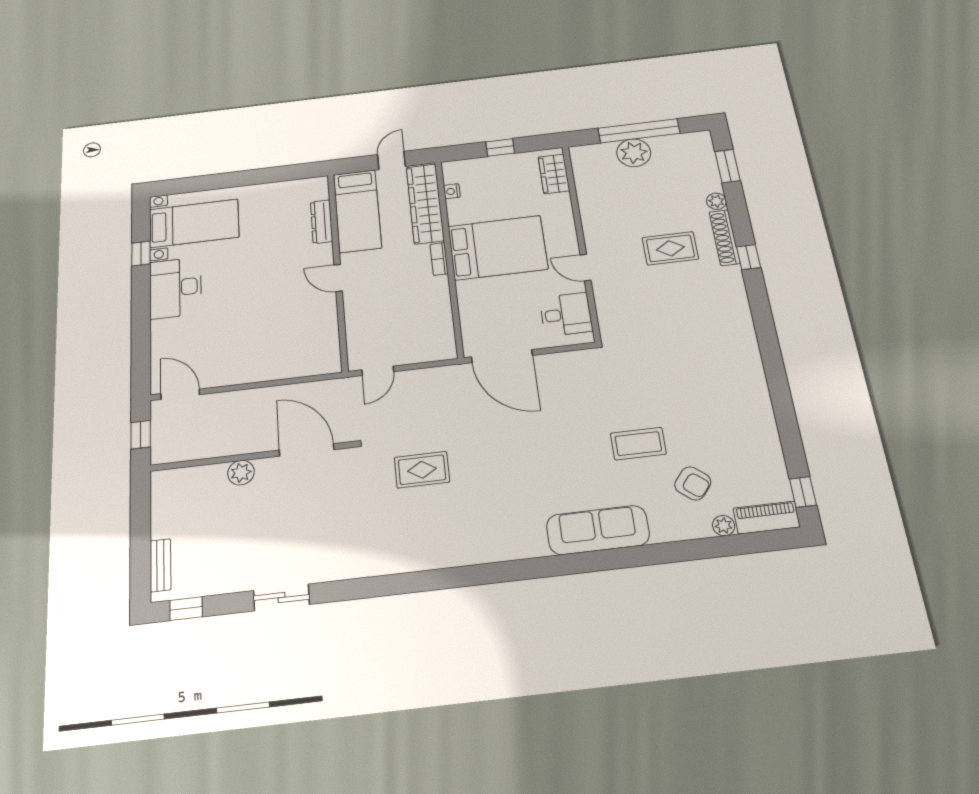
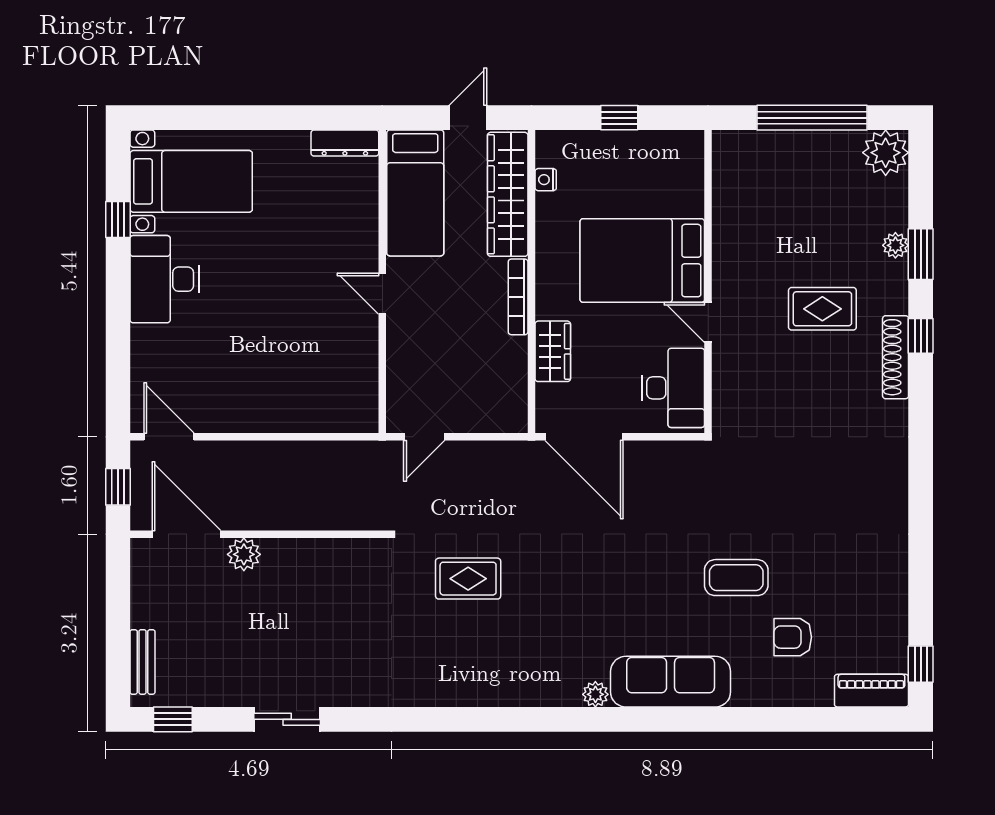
plant: (634, 153) -> (886, 153), moved
window: (728, 166) -> (921, 254), moved
wardrobe: (554, 174) -> (553, 351), moved, turned 180
dresser: (322, 222) -> (345, 143), moved, turned -90
shoe rack: (725, 238) -> (896, 357), moved
bed: (498, 248) -> (642, 261), moved, turned 180
bookcase: (439, 259) -> (518, 297), width x1.56
desk: (566, 314) -> (673, 388), width x1.37
door: (307, 450) -> (187, 534), moved
armchair: (693, 483) -> (793, 637), turned 141
plant: (724, 526) -> (595, 694), moved

